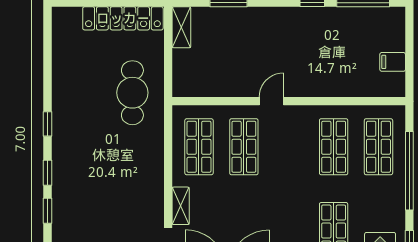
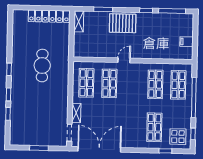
pallet: (267, 29) -> (123, 23), added
cafe table: (132, 93) -> (42, 66), moved

